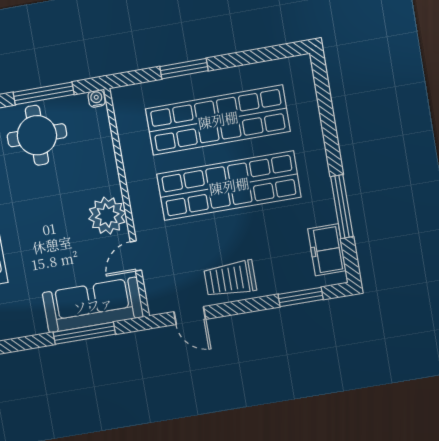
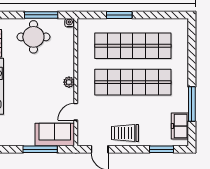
plant: (107, 216) -> (69, 82), width x0.53, depth x0.53
sofa: (93, 305) -> (55, 135), width x0.73

